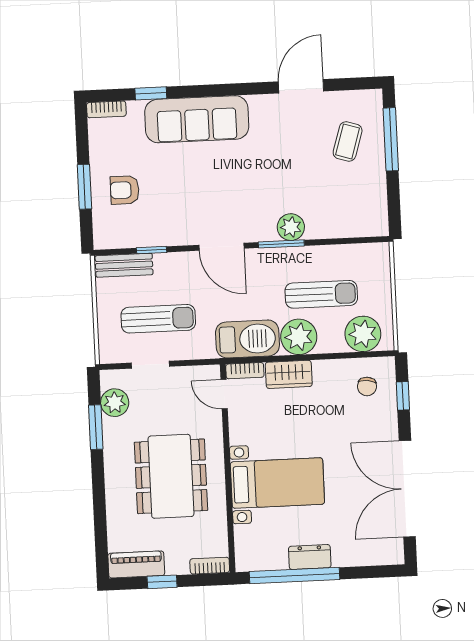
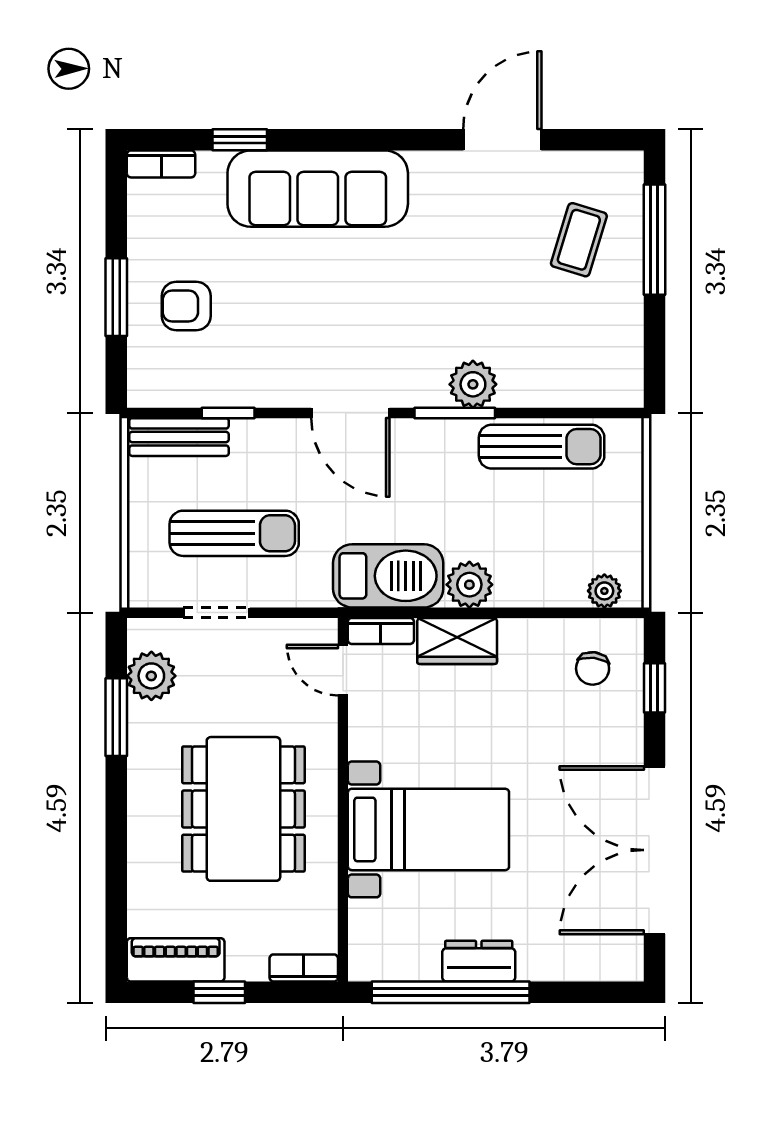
sun lounger: (321, 294) -> (542, 447), moved
plant: (363, 334) -> (604, 591), width x0.53, depth x0.53
plant: (299, 337) -> (469, 585), width x0.73, depth x0.73

